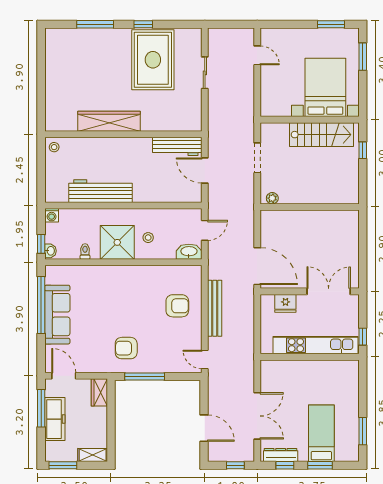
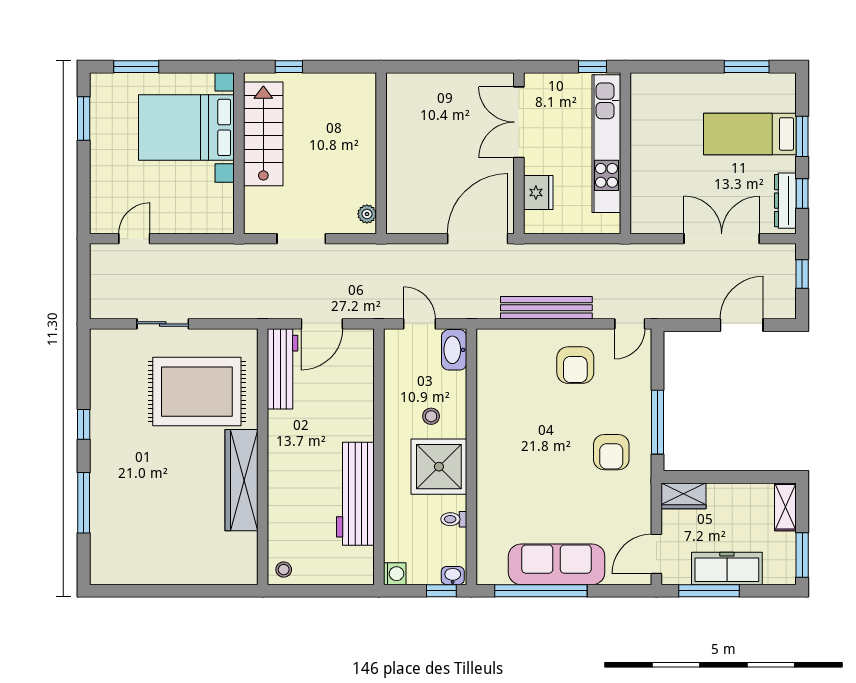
rug: (153, 60) -> (197, 392), moved
armchair: (177, 306) -> (575, 365), moved, turned 180

